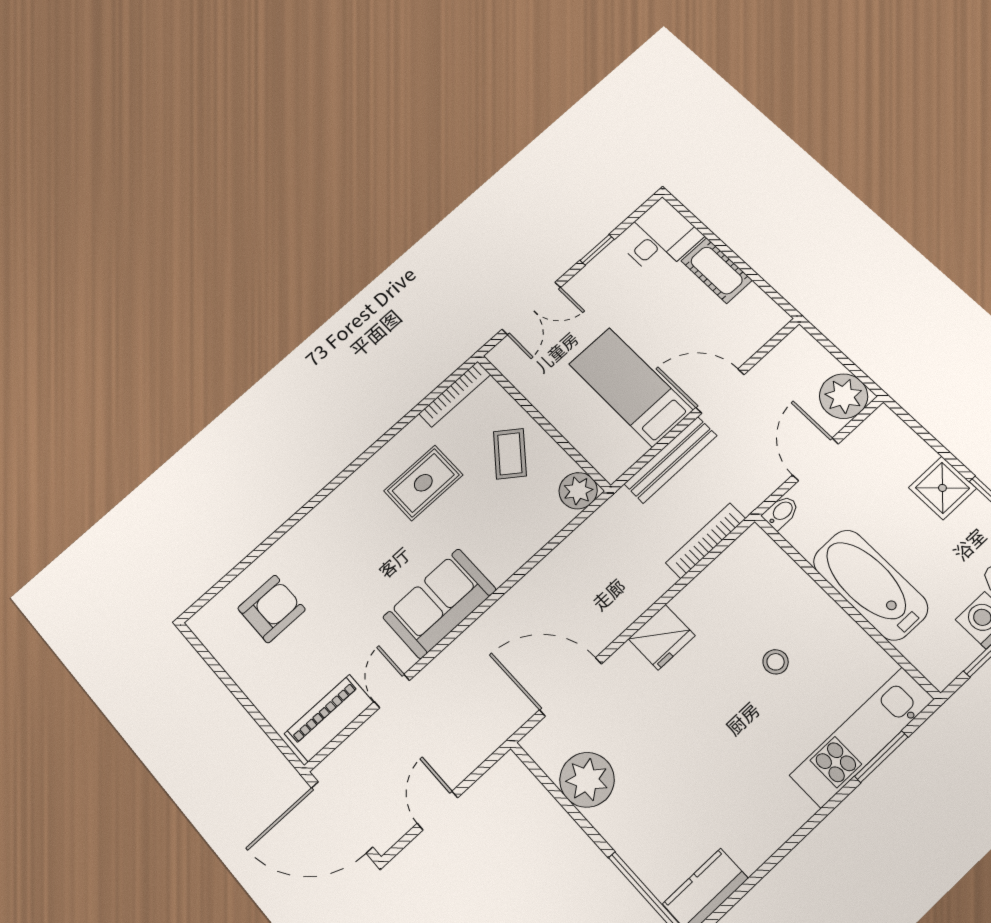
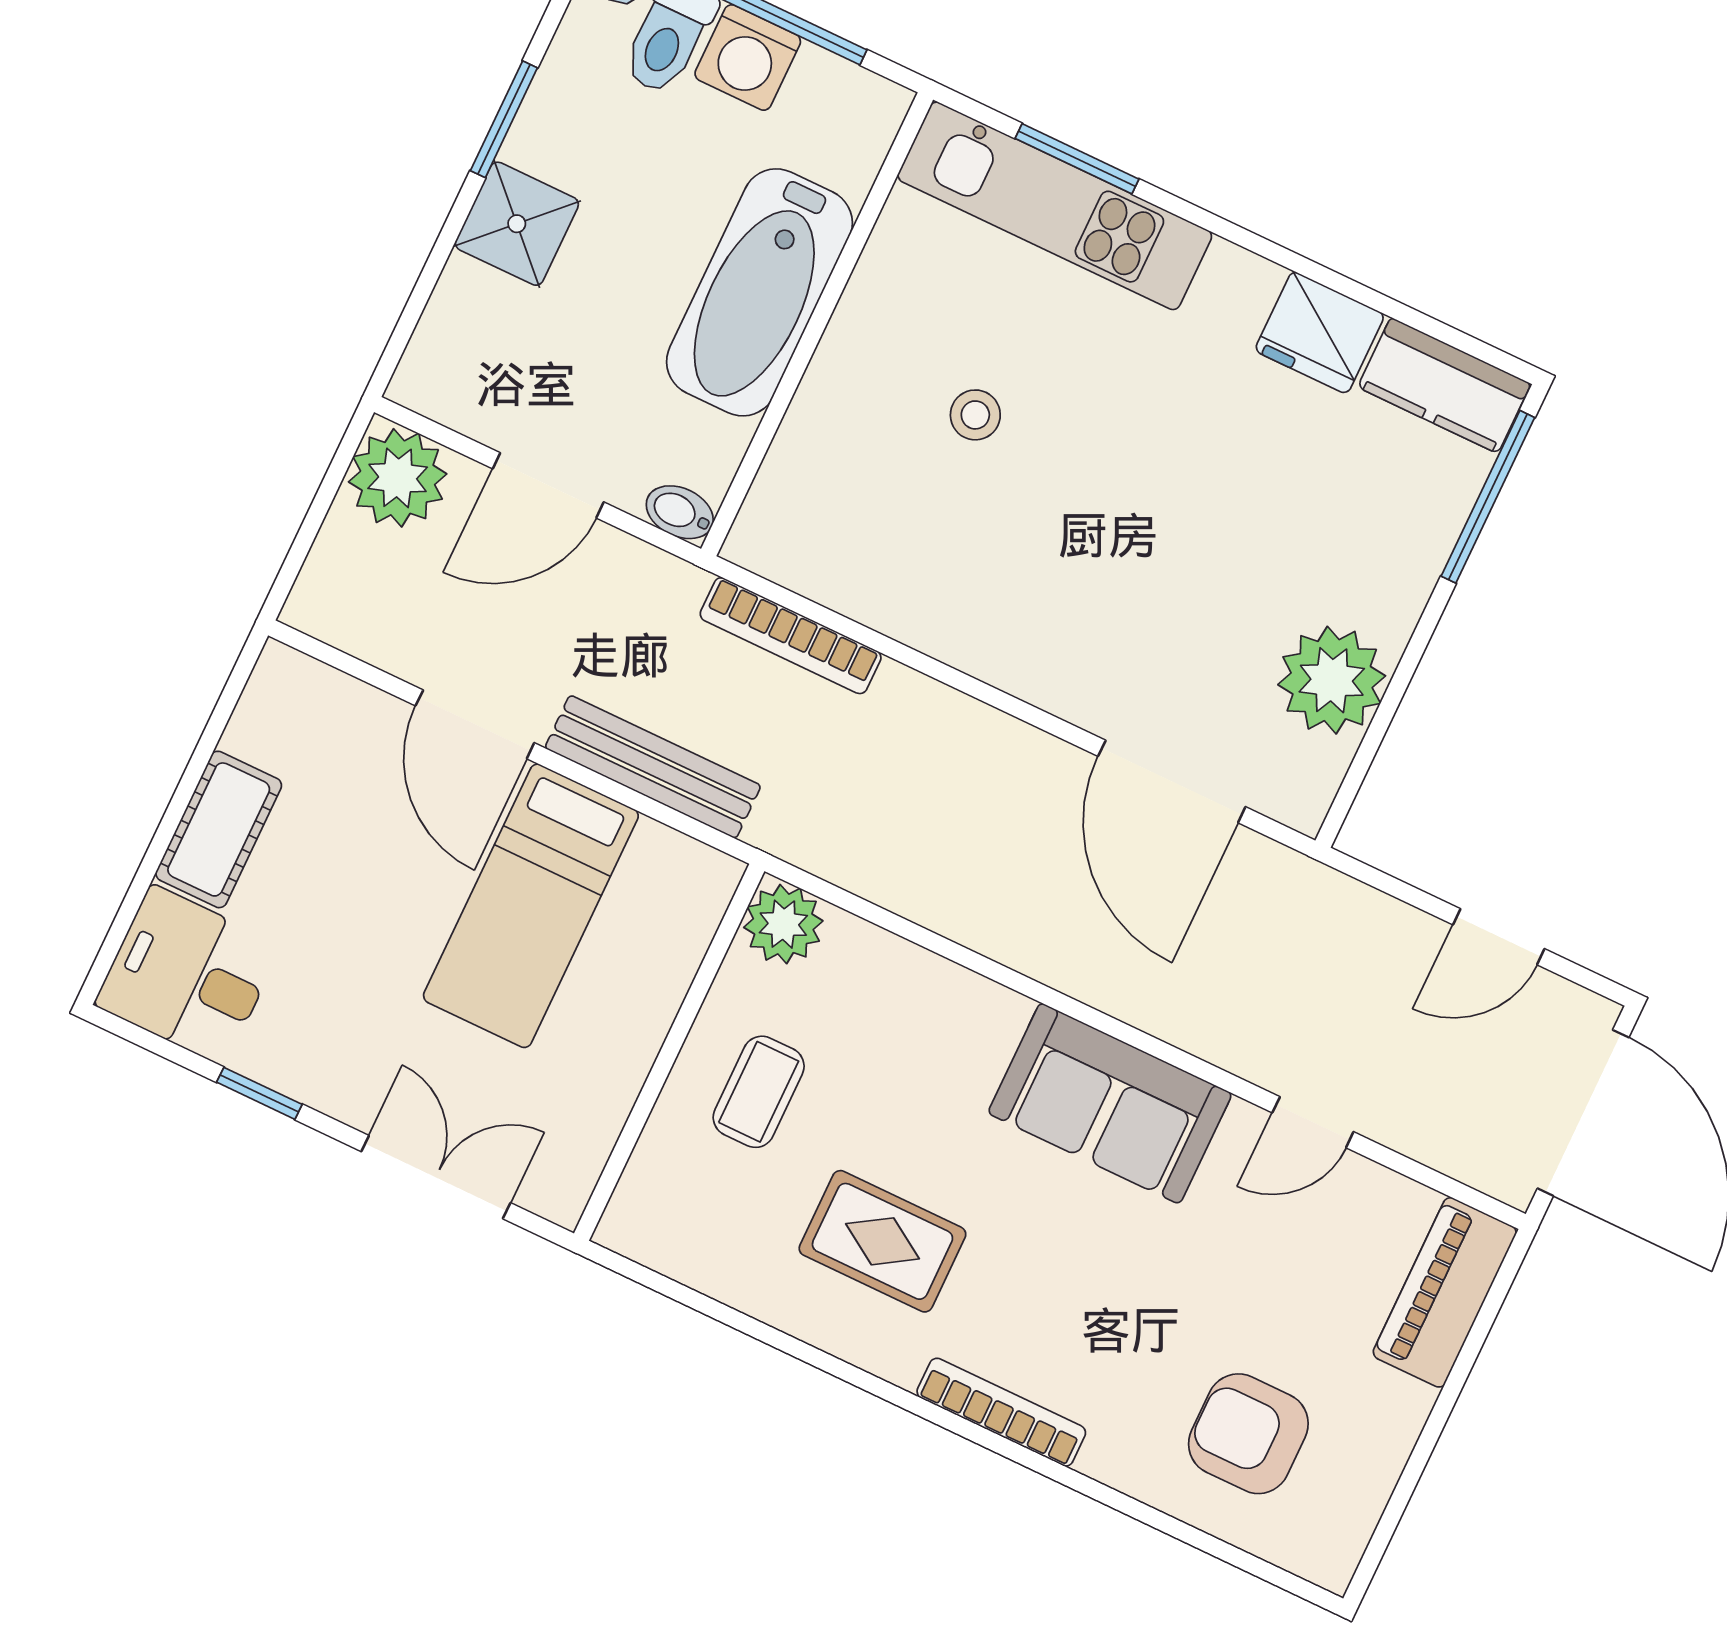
bookcase: (455, 394) -> (1001, 1412), moved
coffee table: (510, 454) -> (759, 1092), turned -38
fridge: (662, 637) -> (1320, 333), moved, turned 180
piano: (329, 718) -> (1445, 1292), moved, turned 90

